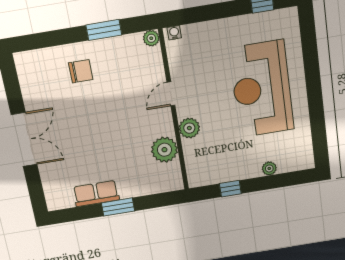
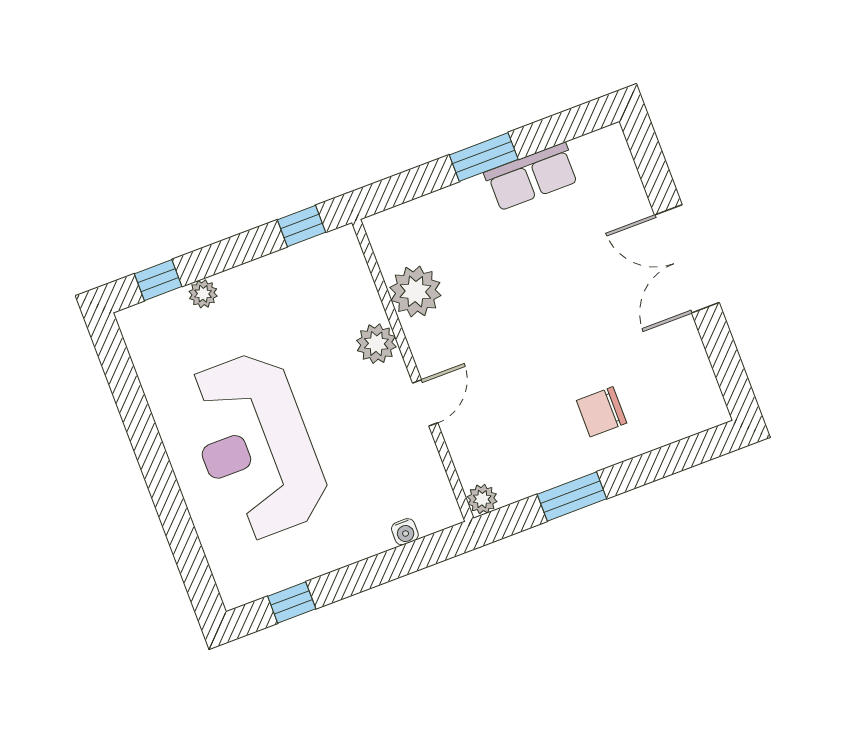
water cooler: (174, 33) -> (405, 532), moved
reception desk: (262, 89) -> (255, 446), turned 180
window: (289, 179) -> (158, 280), added
window: (230, 189) -> (301, 226), moved

